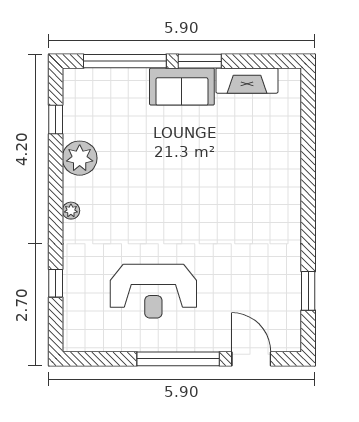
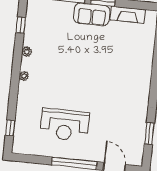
plant: (80, 158) -> (27, 52), width x0.53, depth x0.53
window: (56, 283) -> (10, 128), moved

